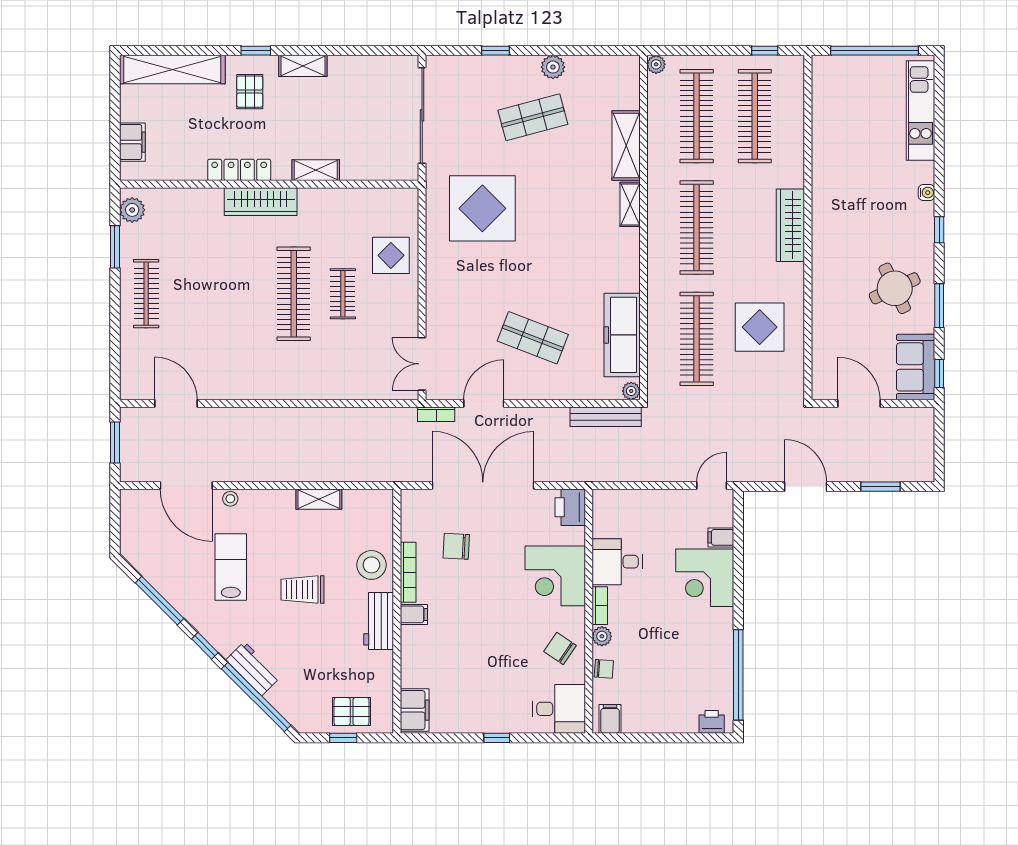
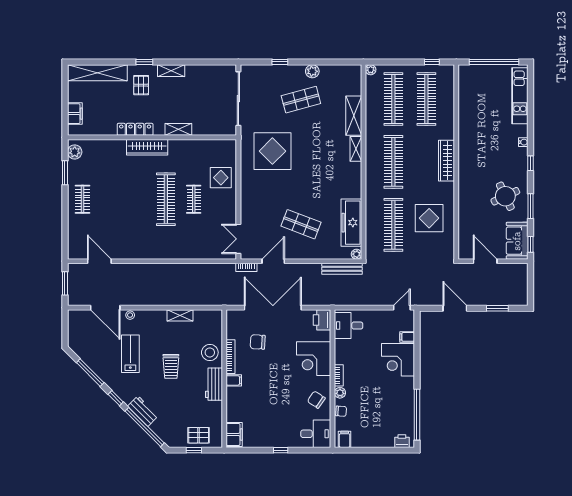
clothes rail: (146, 294) -> (83, 199), width x0.73
desk: (617, 562) -> (349, 326), moved
trolley: (303, 590) -> (171, 366), turned -90

